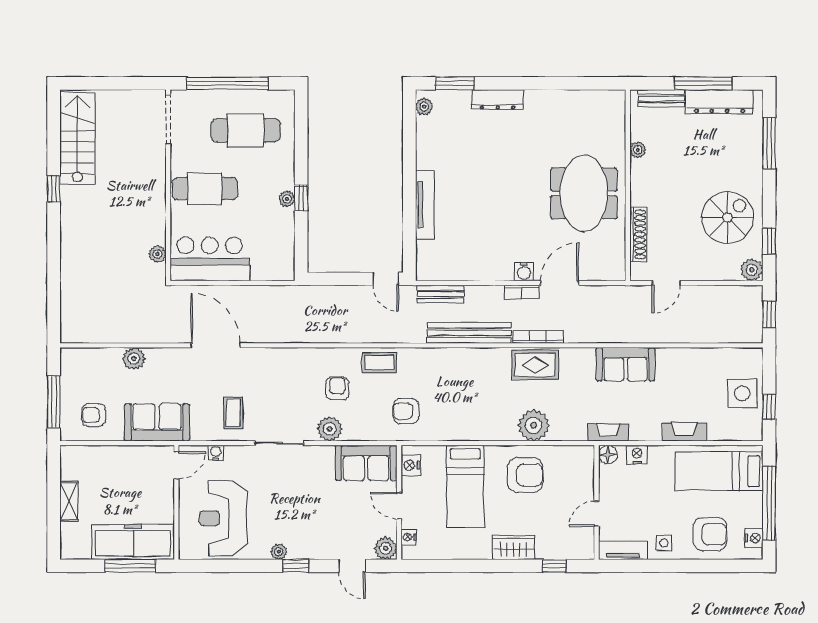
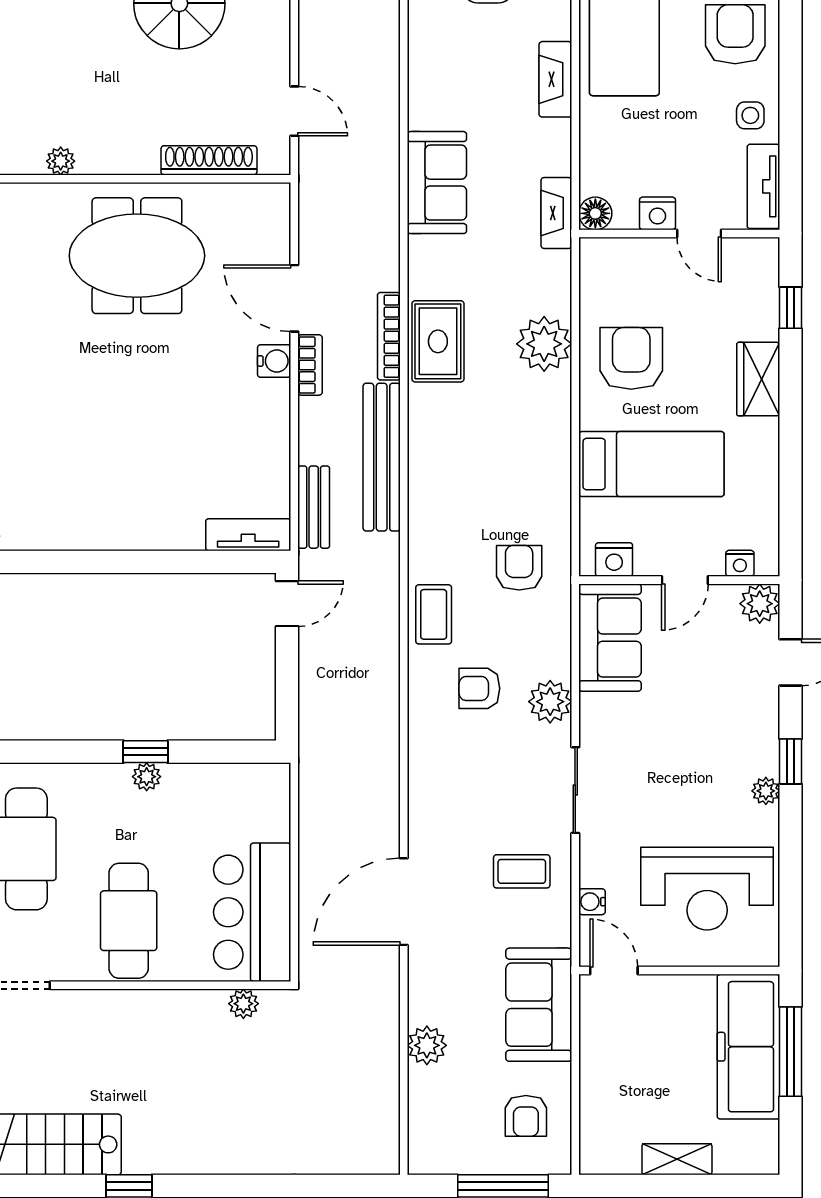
tv unit: (425, 205) -> (248, 535), moved, width x0.71
armchair: (406, 411) -> (519, 568), turned 180
nightstand: (637, 455) -> (657, 213), moved, turned -90

